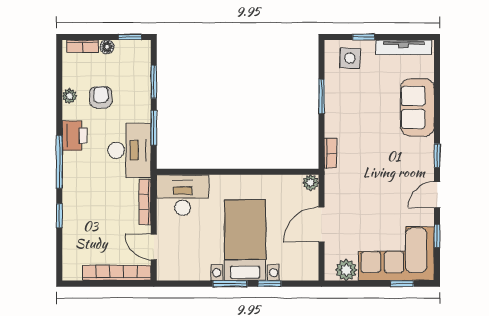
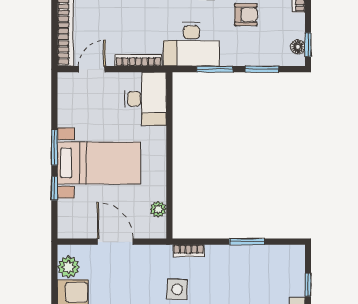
floor lamp: (107, 47) -> (298, 47), moved
side table: (350, 58) -> (177, 289), moved
plant: (311, 183) -> (158, 209), moved

